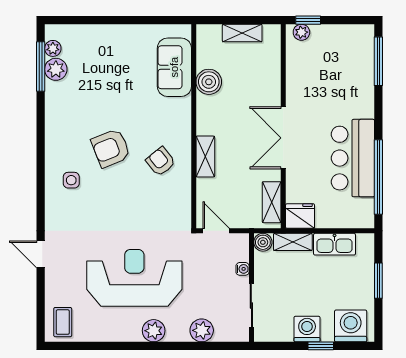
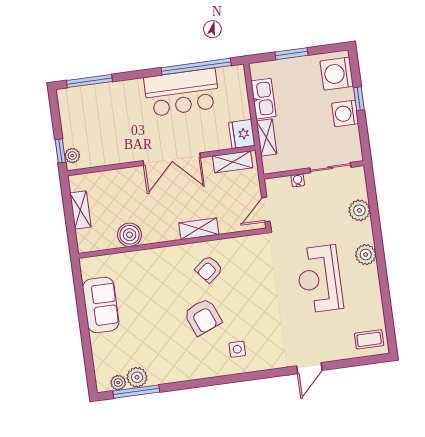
sofa: (174, 67) -> (101, 305), moved, turned -90
boiler: (263, 242) -> (271, 165), removed
reception desk: (134, 278) -> (319, 279), width x0.74, depth x0.77

